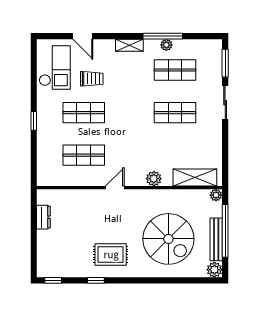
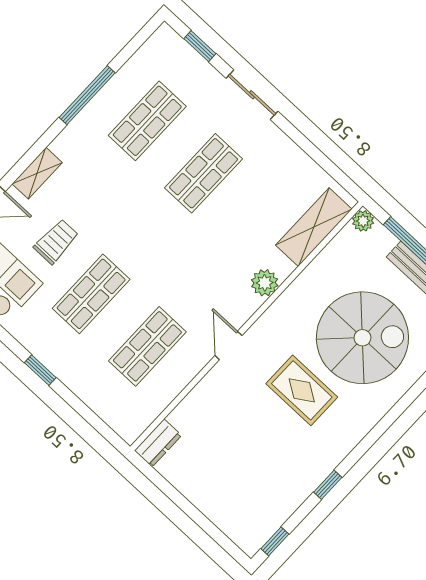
shelving: (129, 45) -> (37, 173), moved
plant: (166, 45) -> (103, 101), removed
window: (225, 63) -> (200, 46), width x0.67
dresser: (43, 217) -> (158, 443), moved, turned 90
rug: (111, 255) -> (302, 390), moved, turned 90

